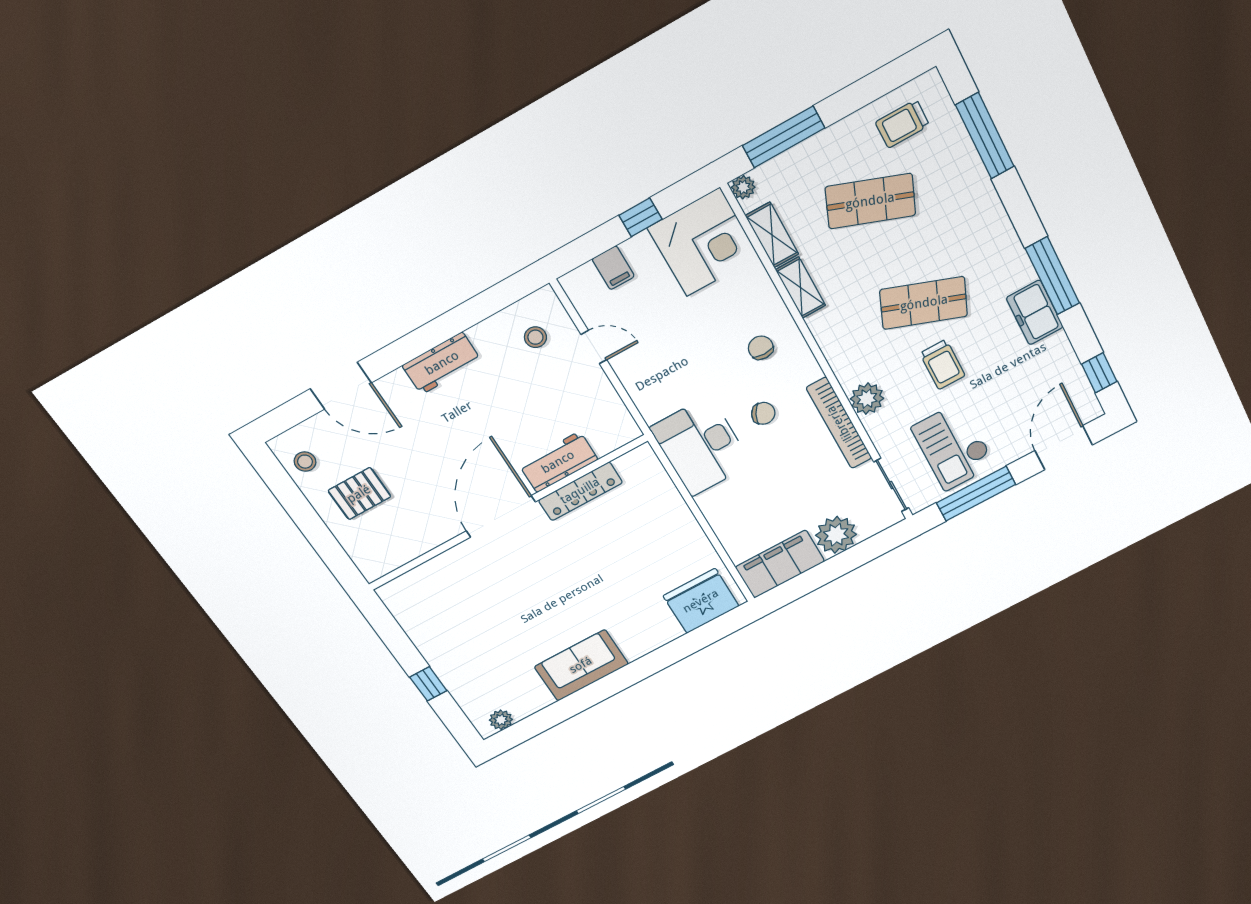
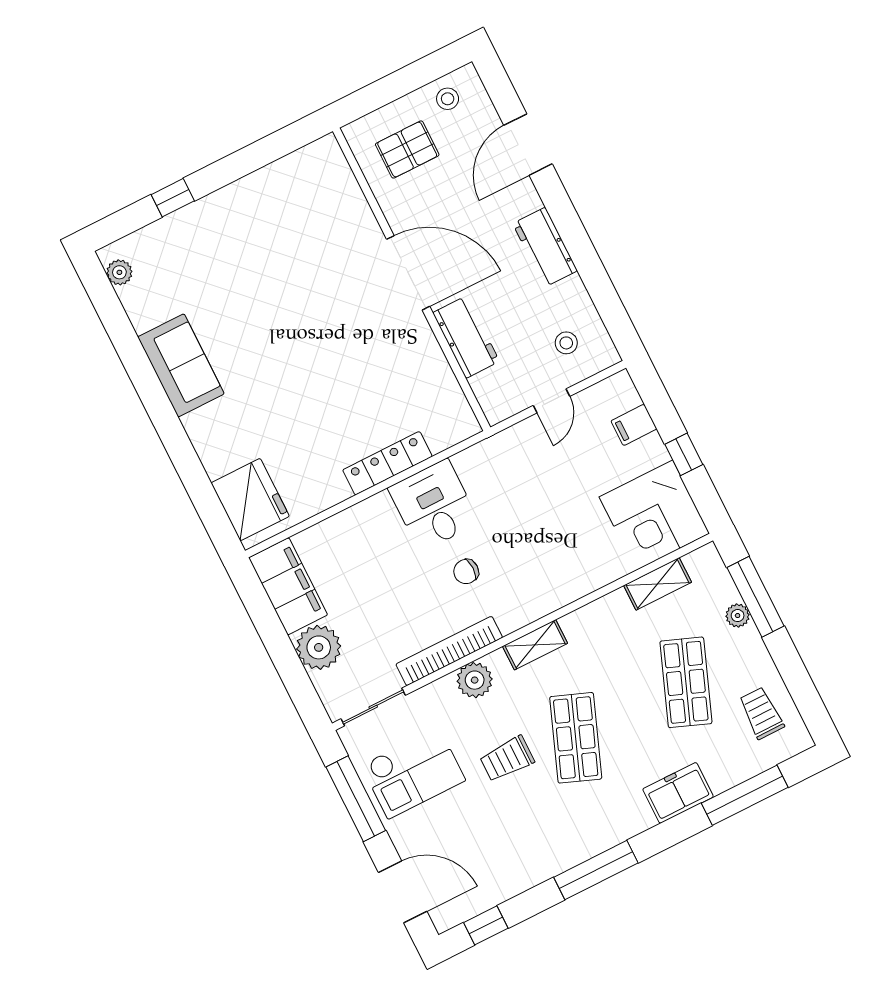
plant: (743, 187) -> (738, 616), moved
shelving: (801, 288) -> (535, 645), moved
freezer: (1035, 312) -> (678, 793), moved
chair: (761, 348) -> (539, 570), removed
chair: (763, 413) -> (466, 571), turned 64
desk: (701, 446) -> (434, 505), width x0.73
checkout: (953, 446) -> (413, 773), turned 180
workbench: (558, 462) -> (466, 337), moved
locker: (580, 491) -> (387, 463), moved, turned 90
pallet: (359, 494) -> (407, 150), turned 90
wall: (507, 513) -> (411, 279), moved
door: (501, 517) -> (408, 273), moved

